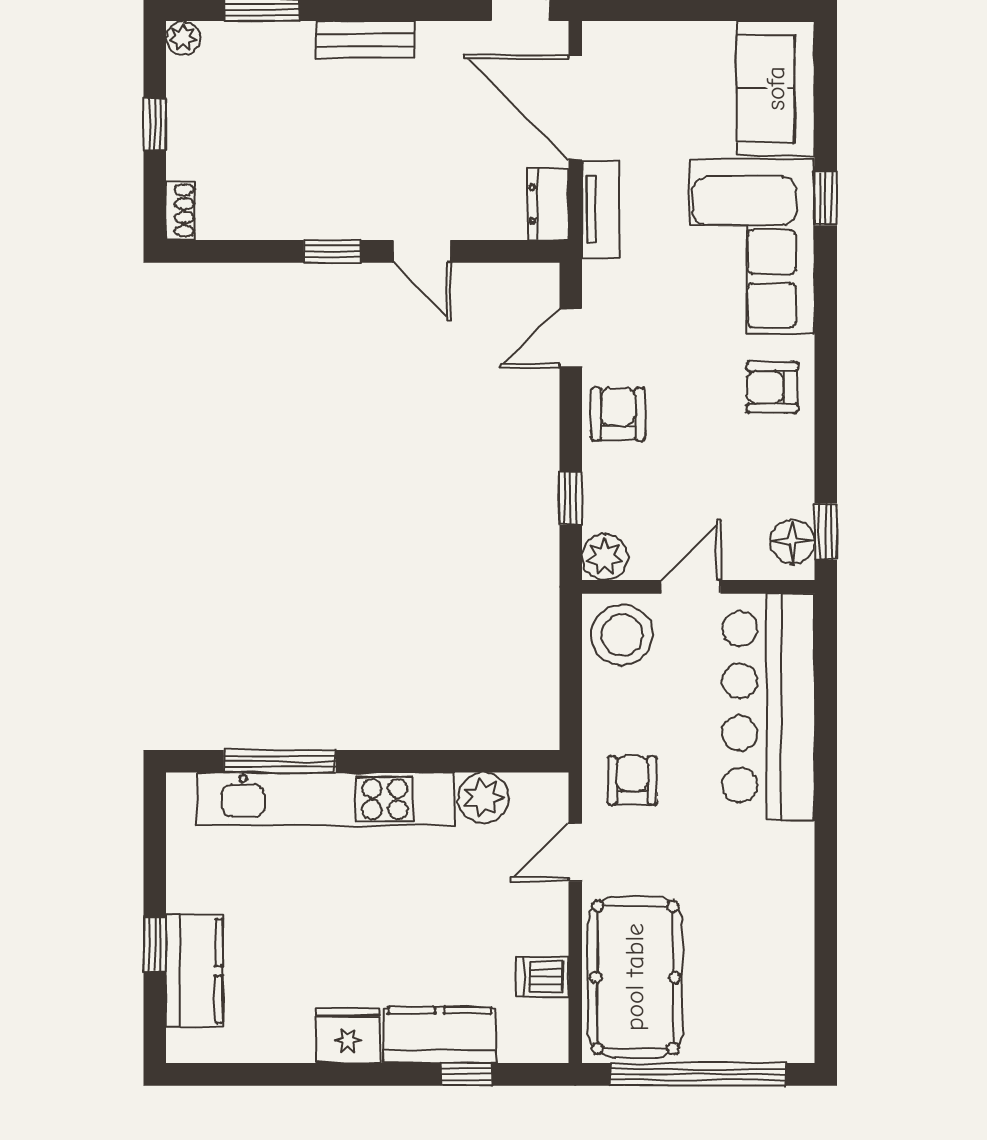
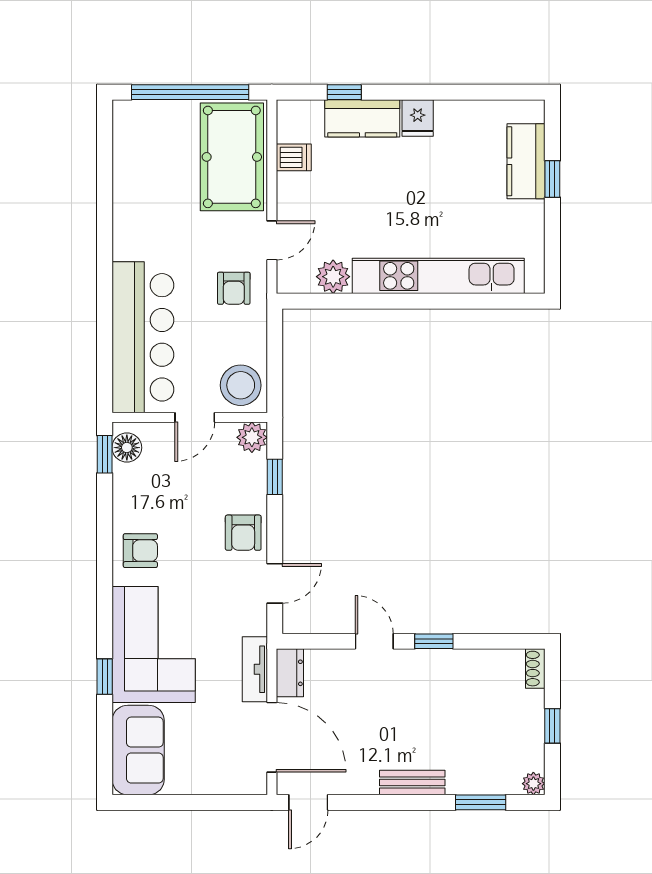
window: (280, 761) -> (469, 301), removed
fridge: (348, 1036) -> (418, 118), width x0.72

